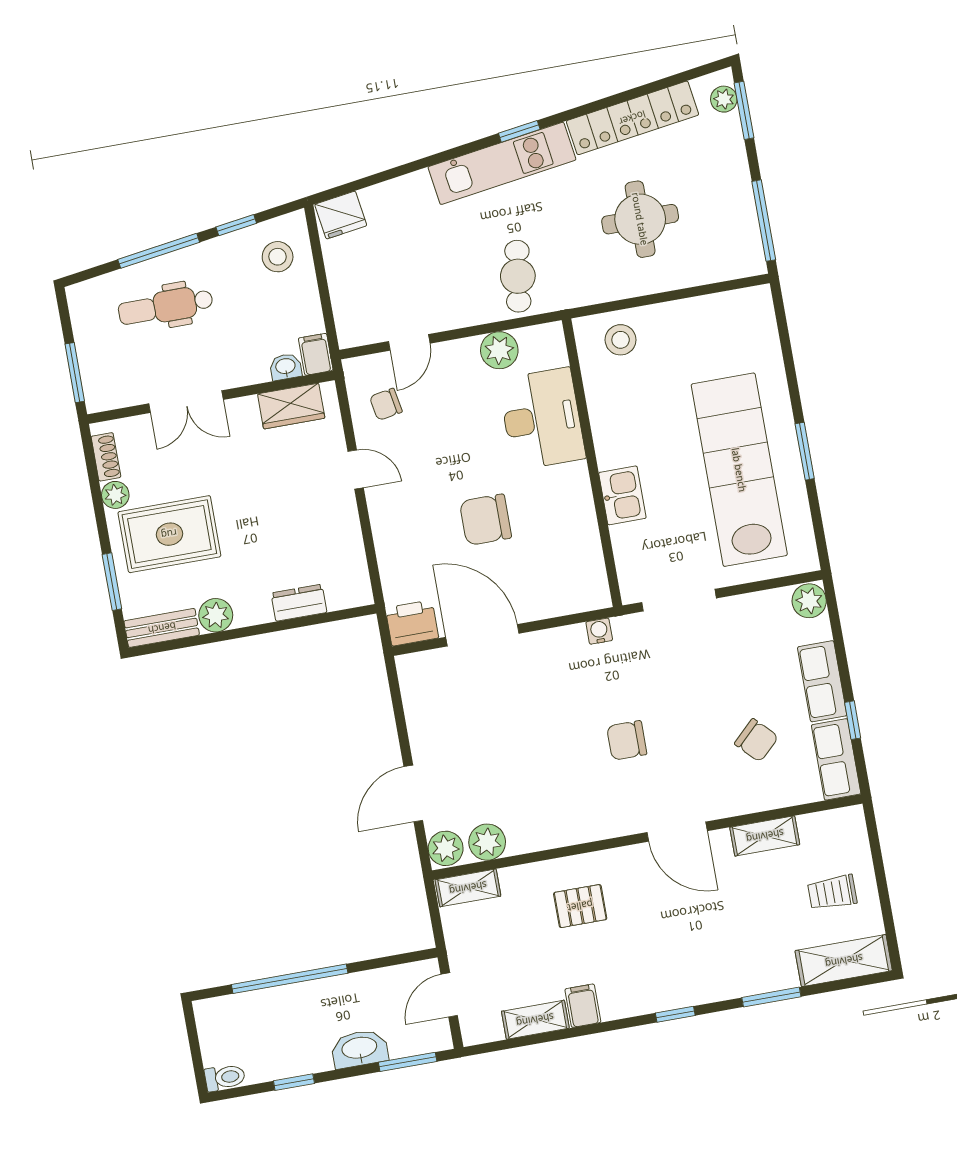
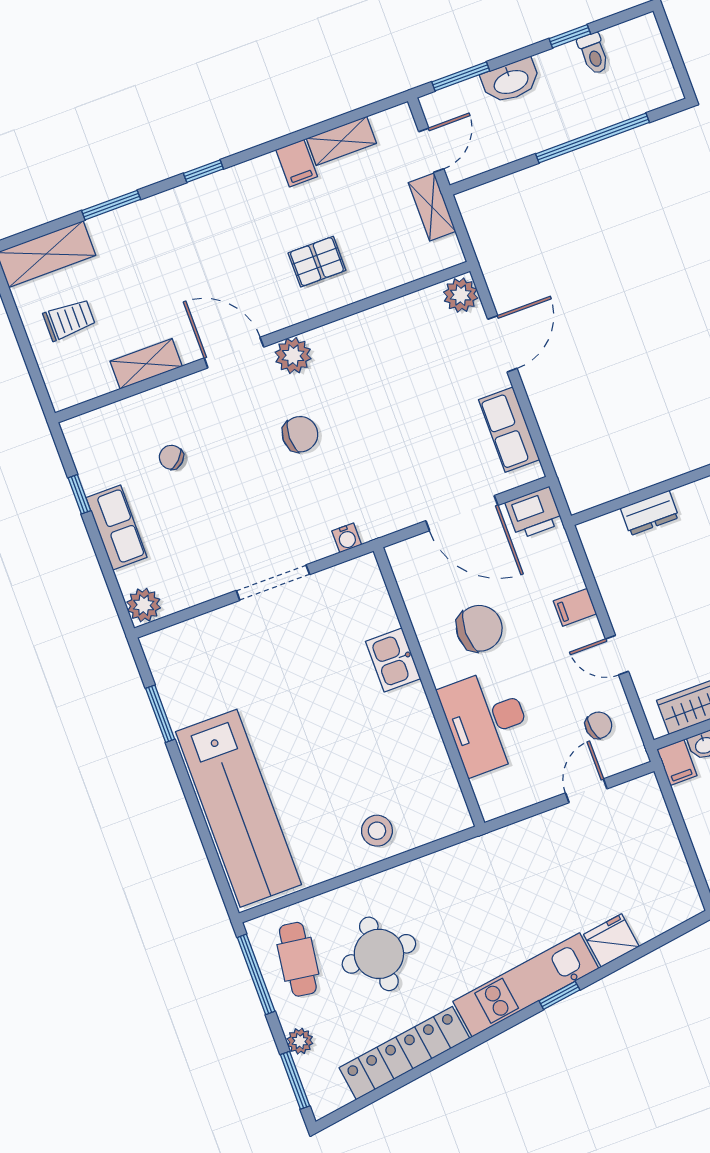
plant: (724, 99) -> (300, 1041), moved
window: (519, 131) -> (559, 995), moved
fridge: (341, 215) -> (611, 940), moved
cafe table: (518, 276) -> (298, 959), moved
plant: (499, 350) -> (495, 799), removed
desk: (542, 419) -> (487, 722), moved
window: (805, 451) -> (160, 714), moved
wall: (592, 463) -> (429, 687), moved
lab bench: (739, 470) -> (239, 808), moved
kitchen sink: (622, 495) -> (393, 660), moved
filing cabinet: (388, 524) -> (575, 607), added
chair: (756, 740) -> (171, 457), width x0.73, depth x0.73
row of seats: (836, 759) -> (509, 430), moved, turned 180
plant: (487, 842) -> (293, 356), moved
shelving: (468, 888) -> (432, 207), moved, turned 90
toilet: (225, 1077) -> (593, 54), moved, turned -90

